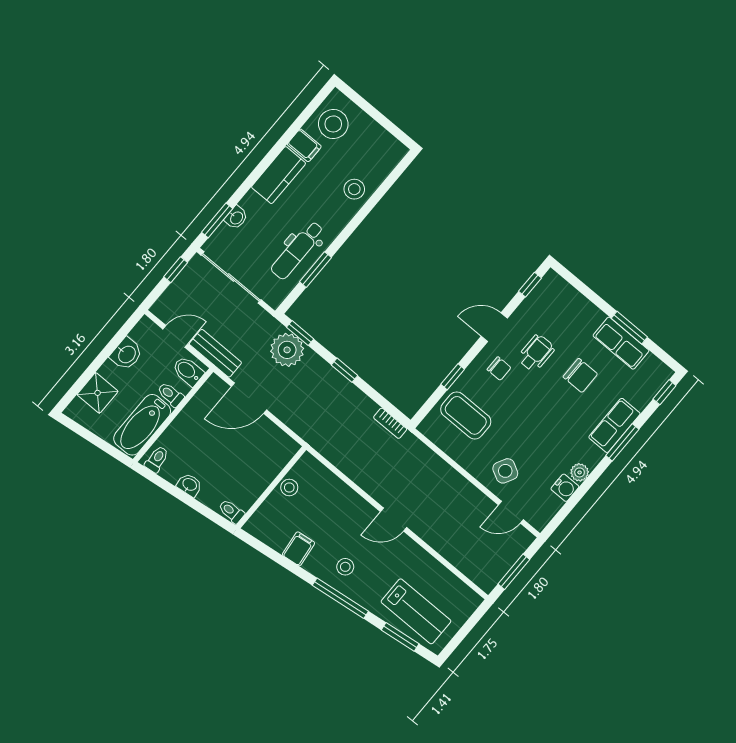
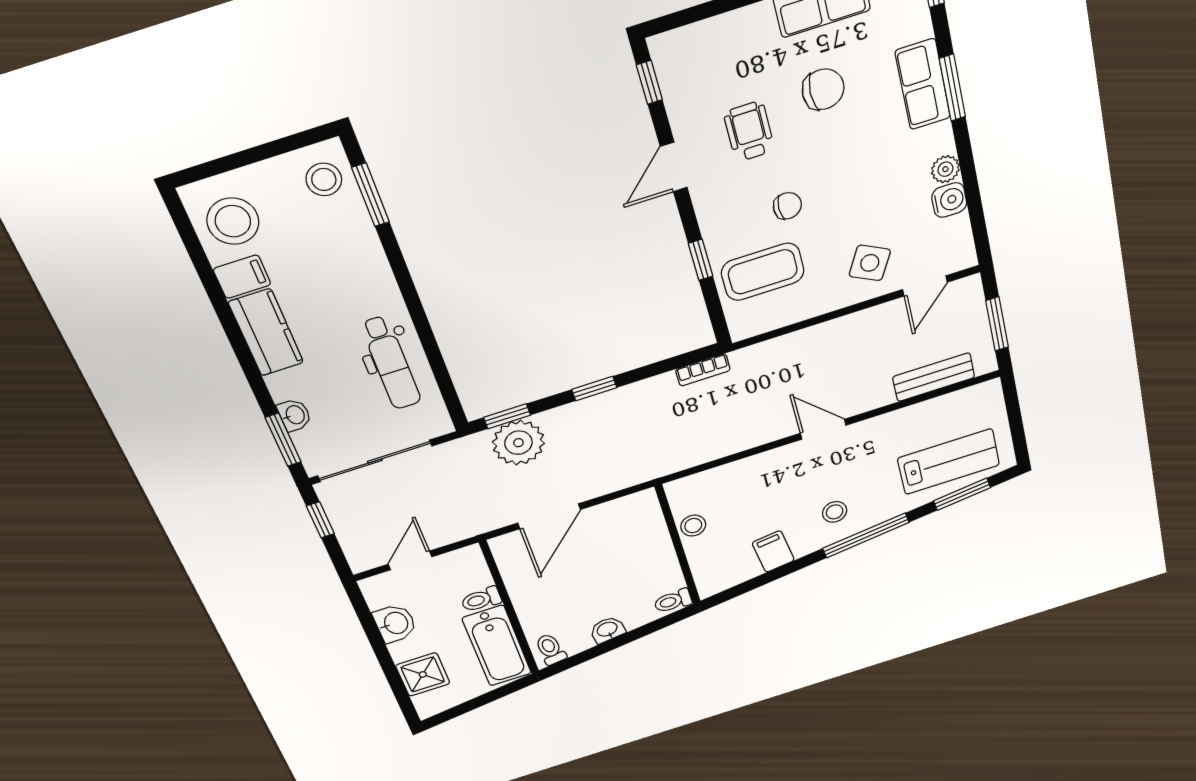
stool: (354, 189) -> (324, 179), moved
window: (315, 270) -> (370, 195), moved
bench: (215, 353) -> (934, 377), moved
chair: (499, 369) -> (787, 206), moved
bidet: (188, 371) -> (465, 567), removed
door: (394, 519) -> (823, 429), swing flipped

